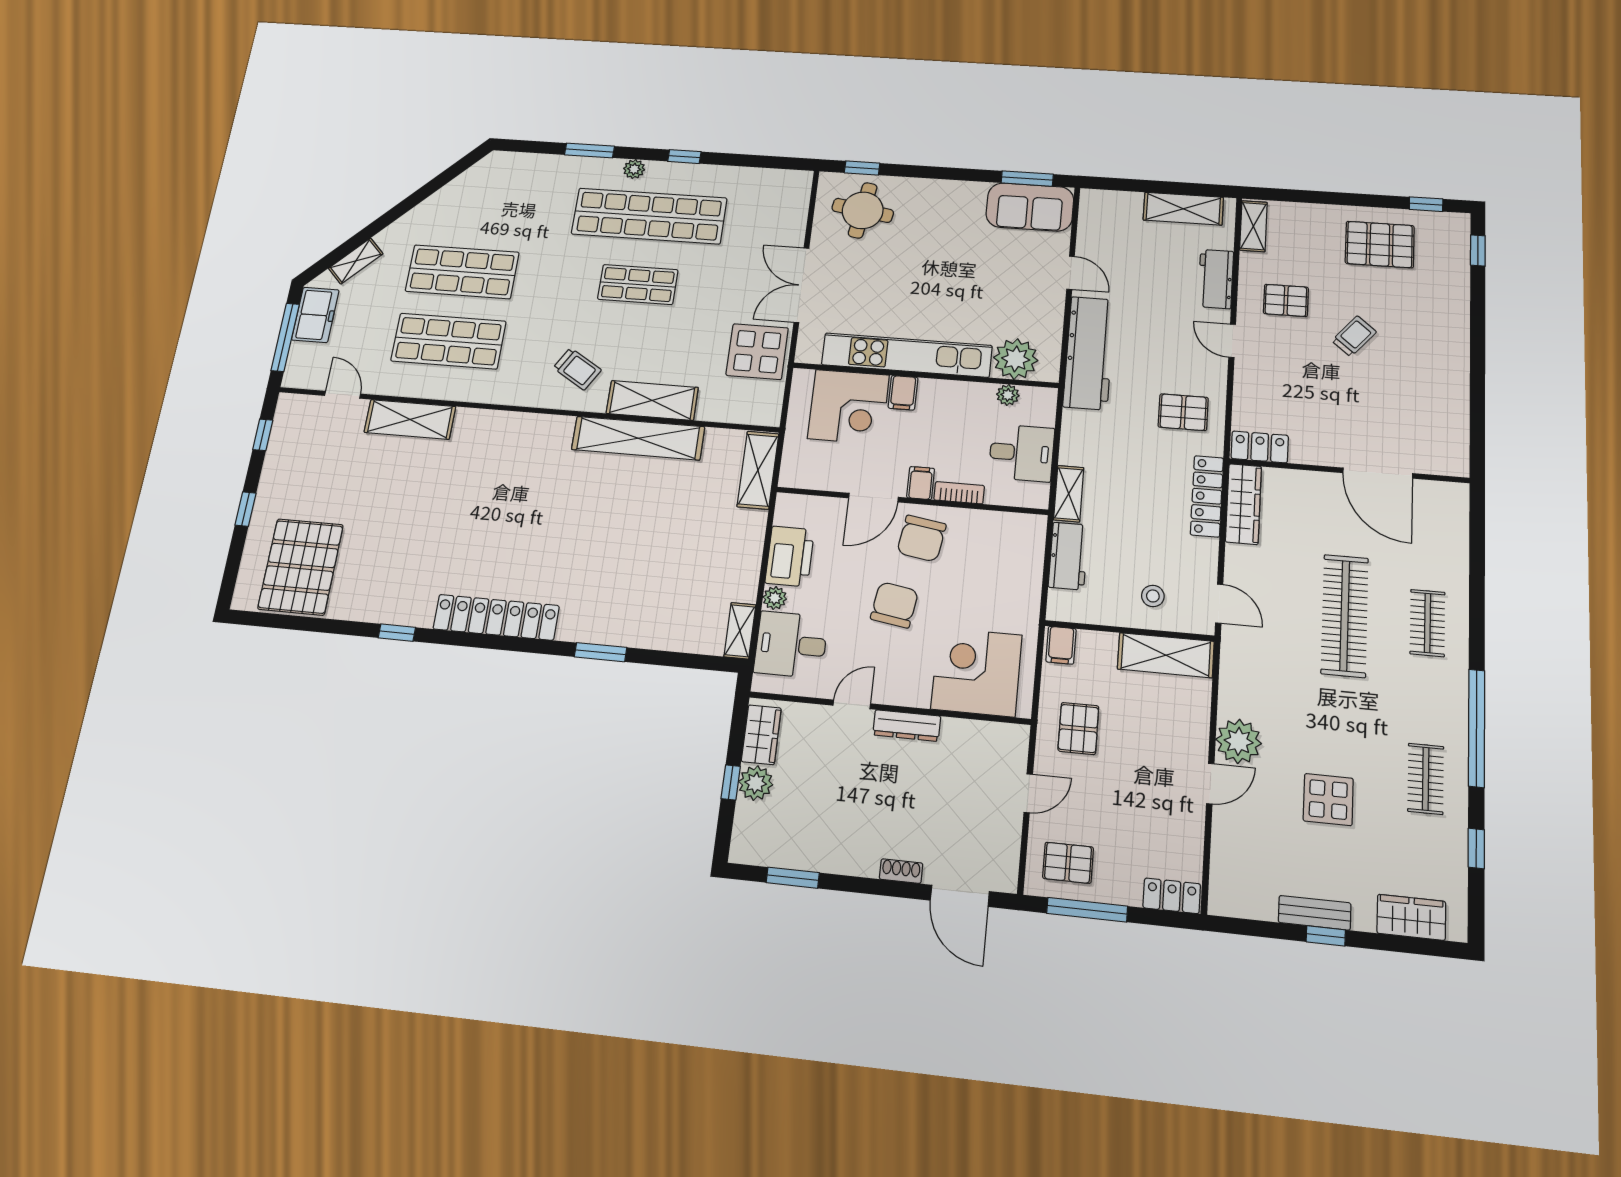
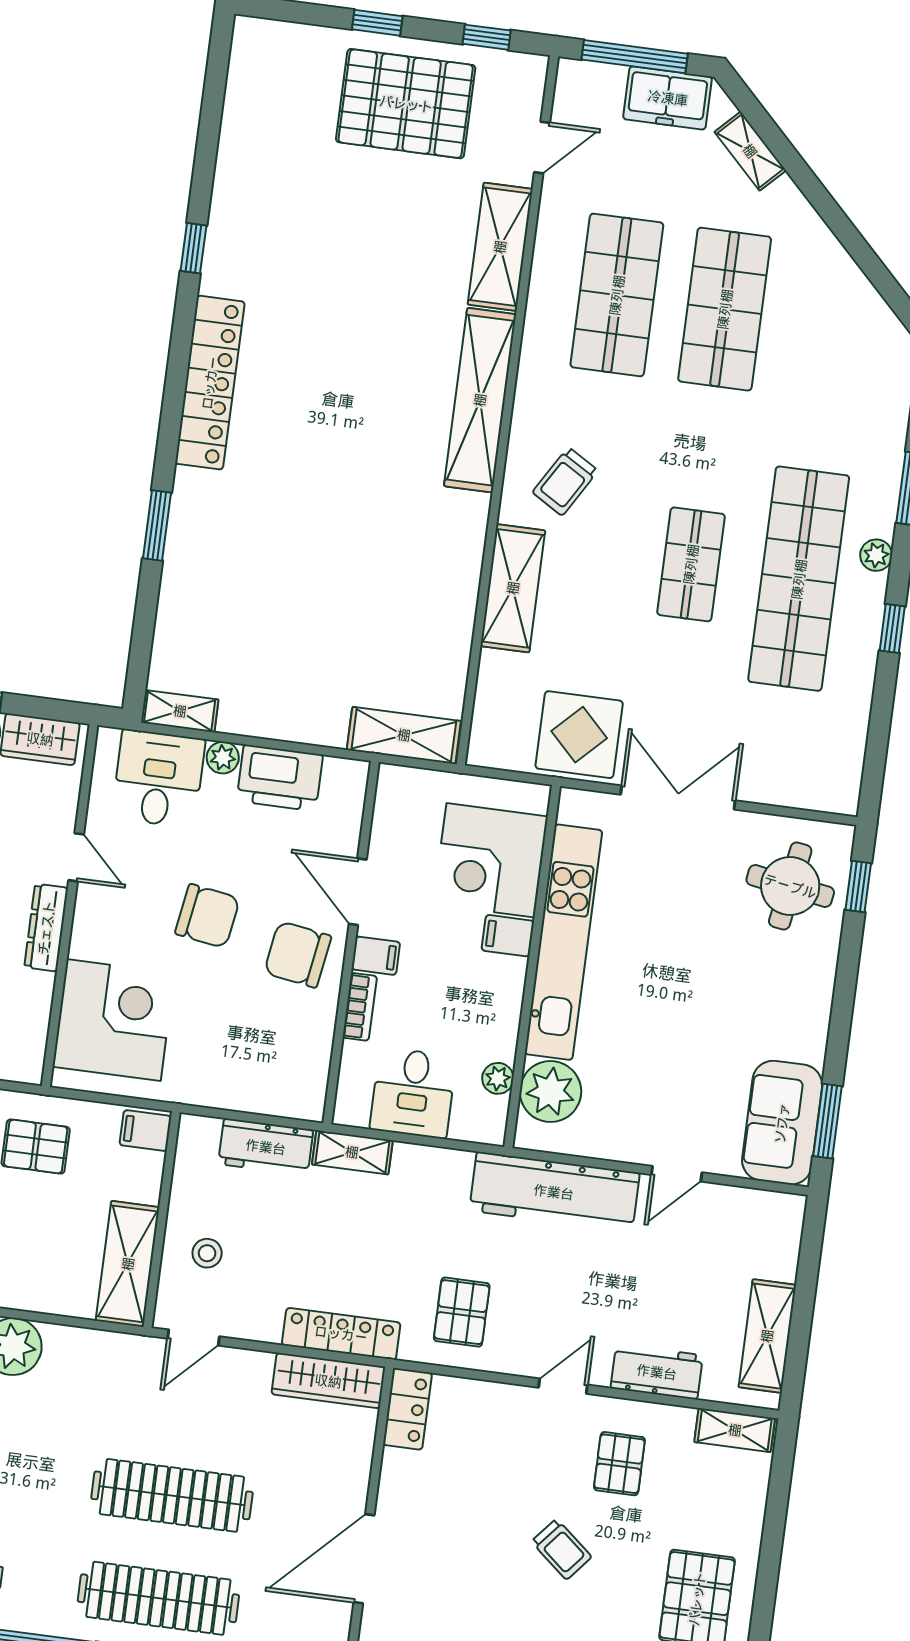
shelving: (638, 438) -> (480, 400), moved
pallet: (301, 567) -> (406, 104), moved
clothes rail: (1427, 623) -> (158, 1598), width x1.86, depth x1.31

